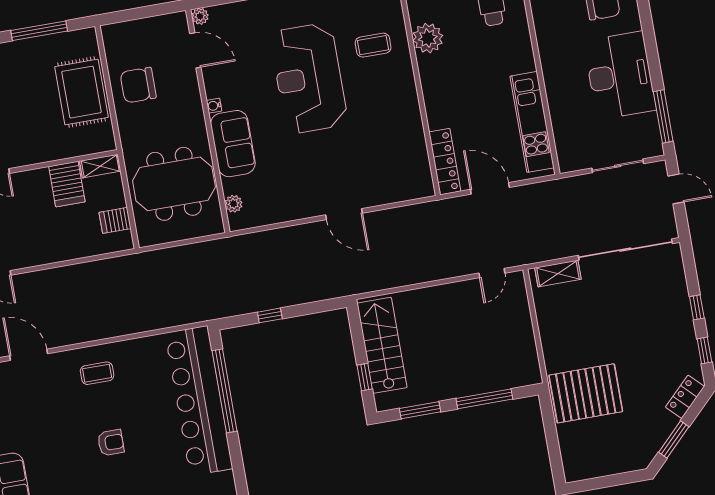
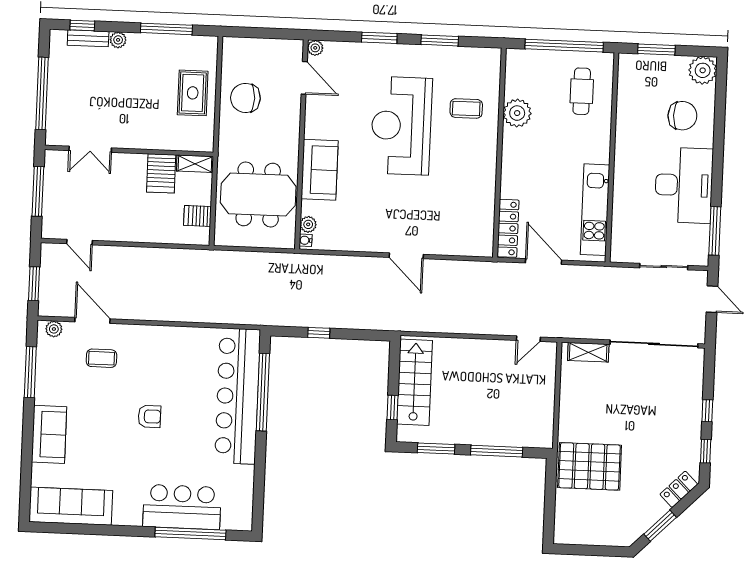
rug: (81, 92) -> (193, 93), width x0.73, depth x0.70
water cooler: (214, 106) -> (306, 240), moved
coffee table: (97, 373) -> (101, 358), moved

